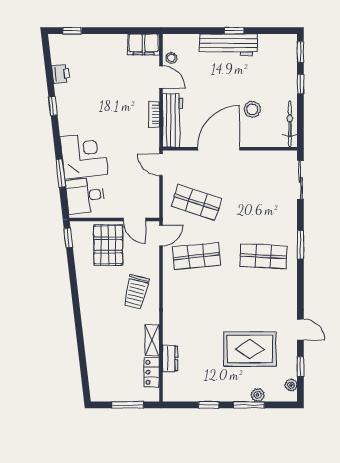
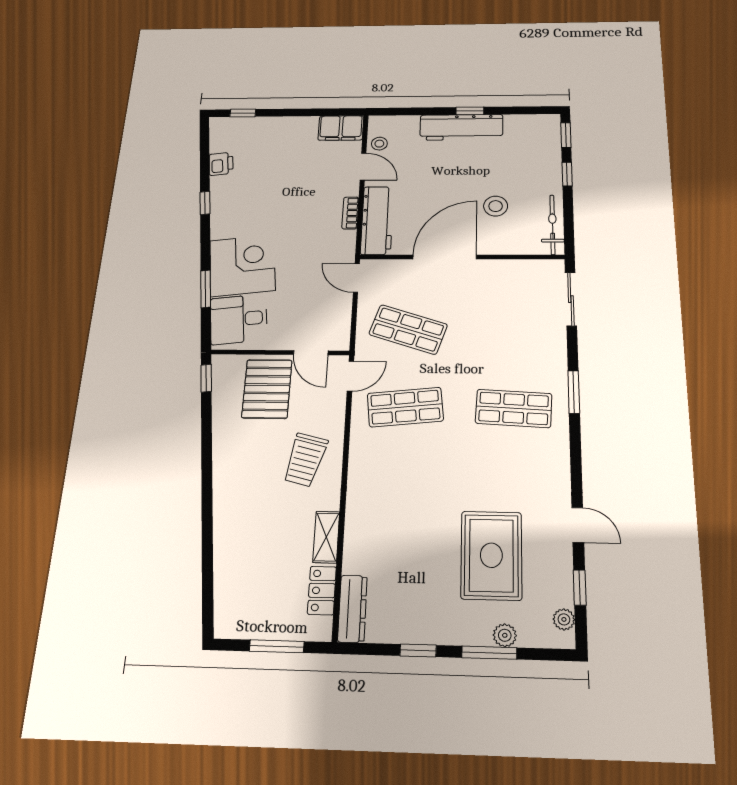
rug: (250, 349) -> (491, 555), turned 90
dresser: (170, 358) -> (352, 609), moved, width x1.44

